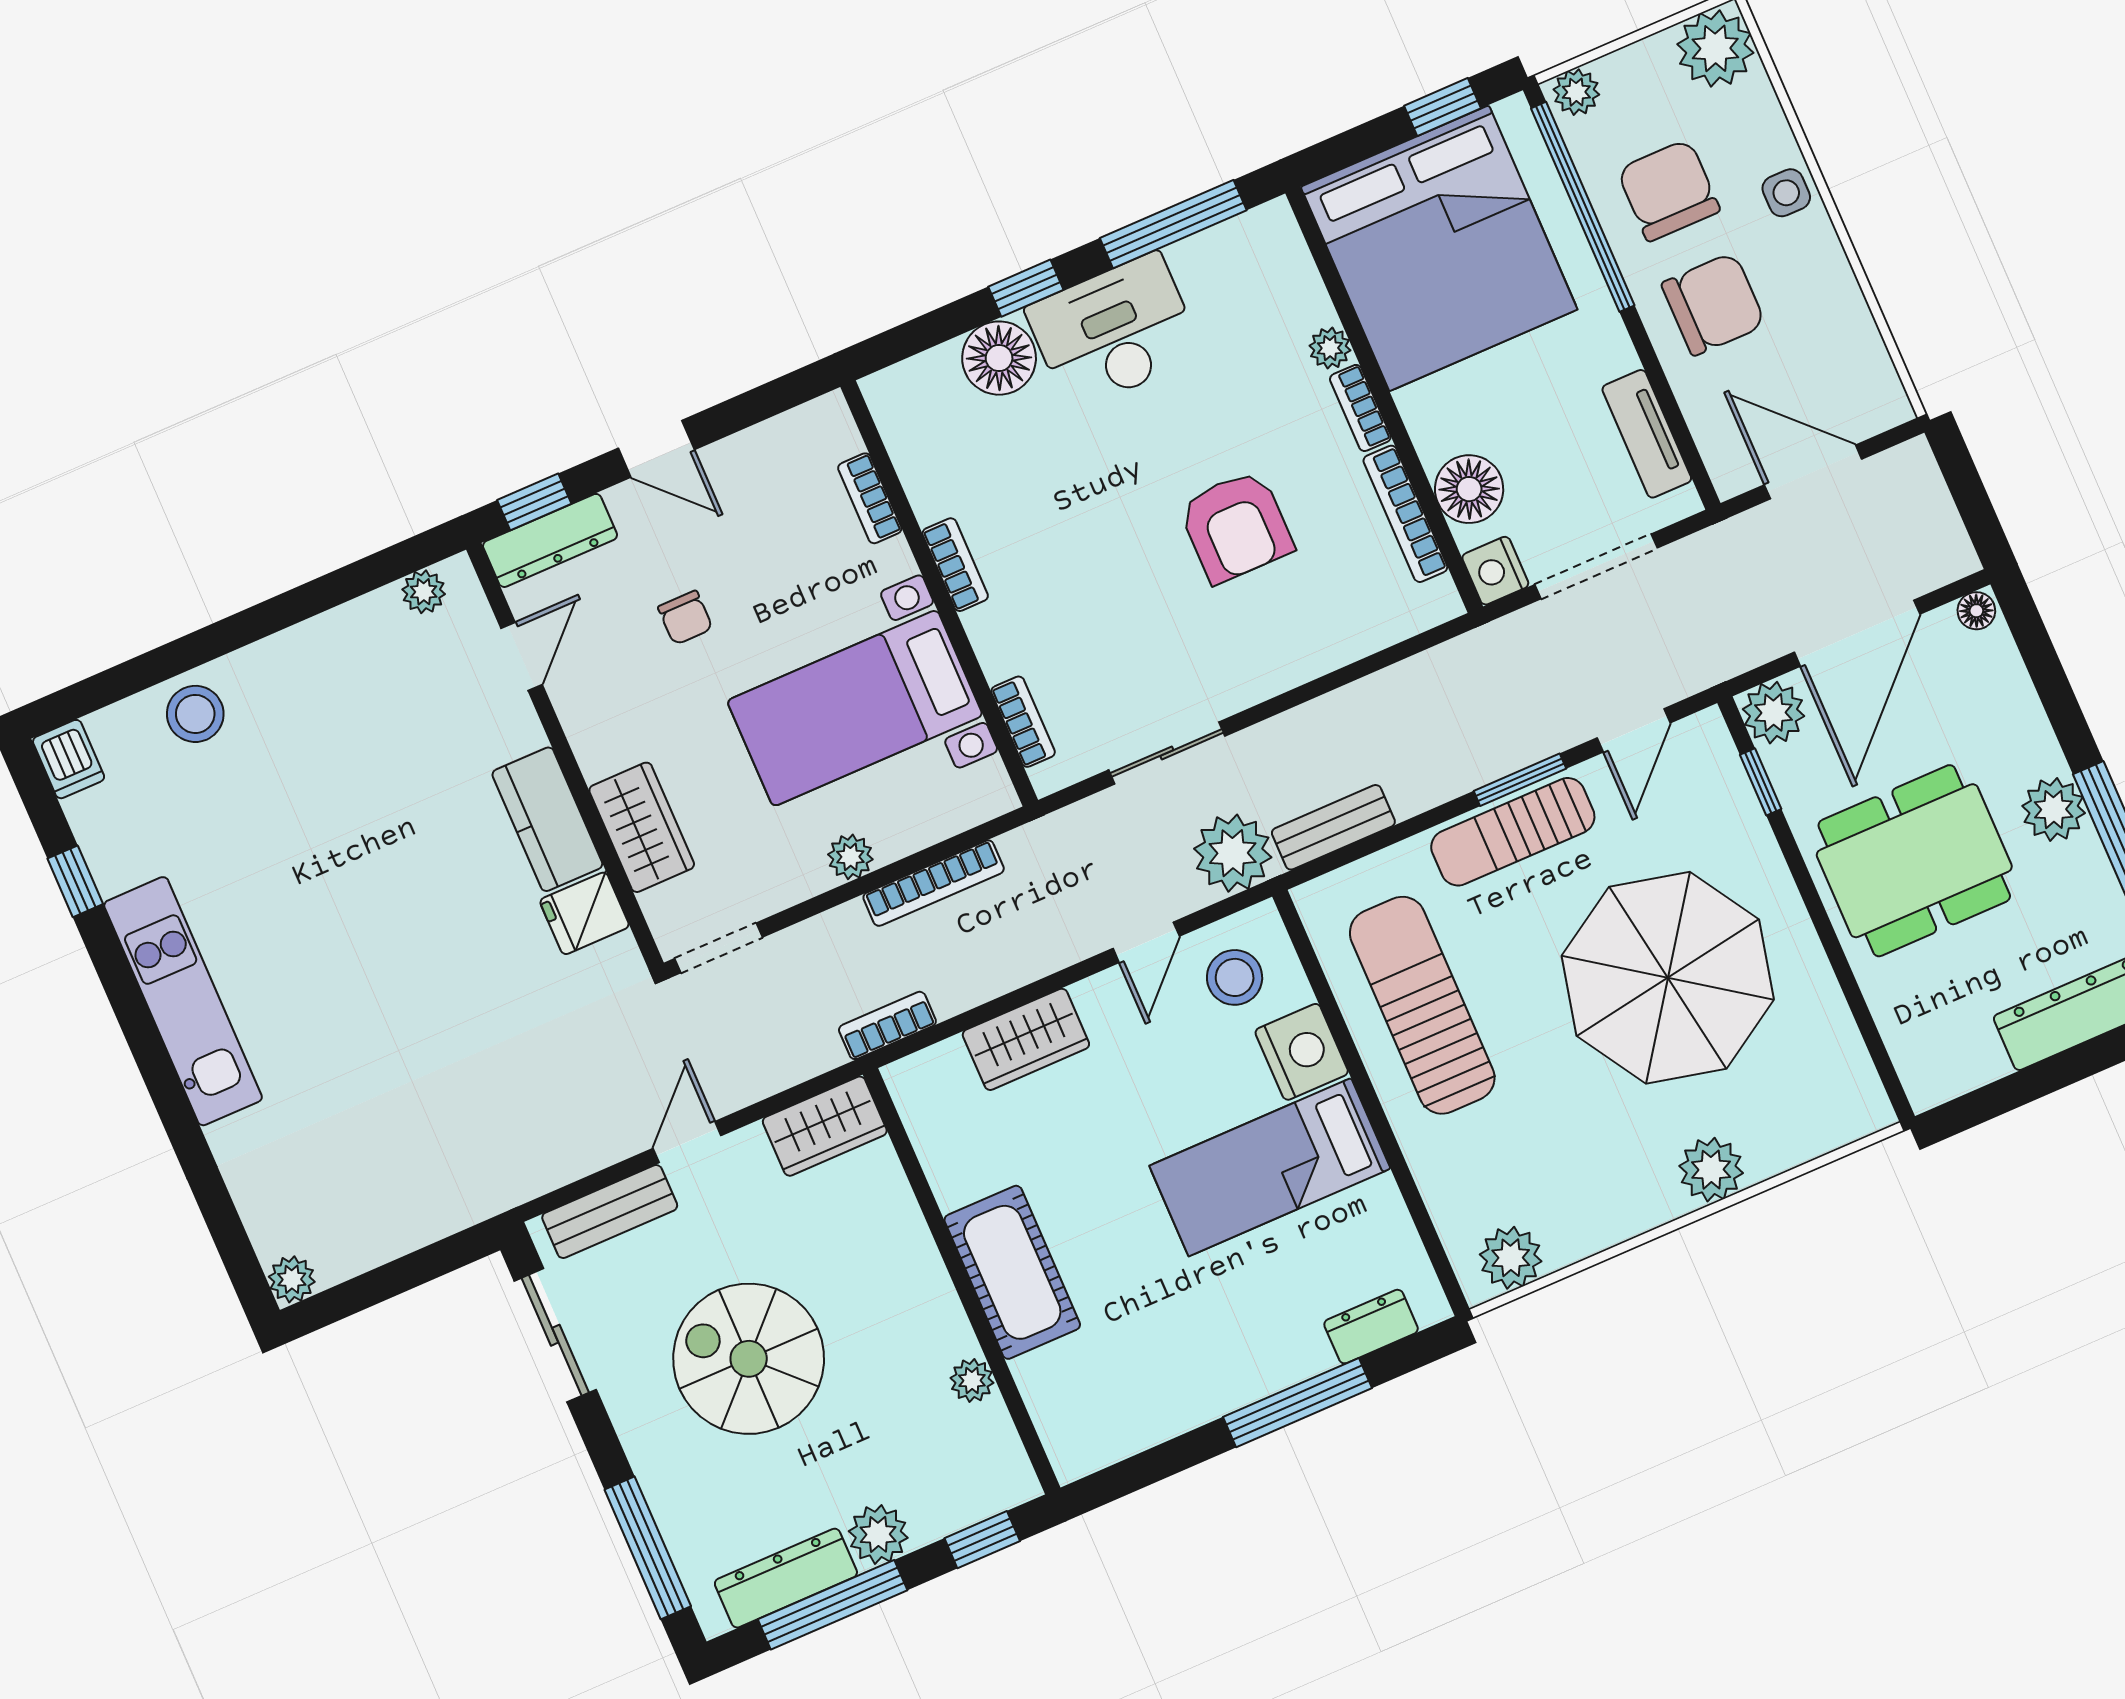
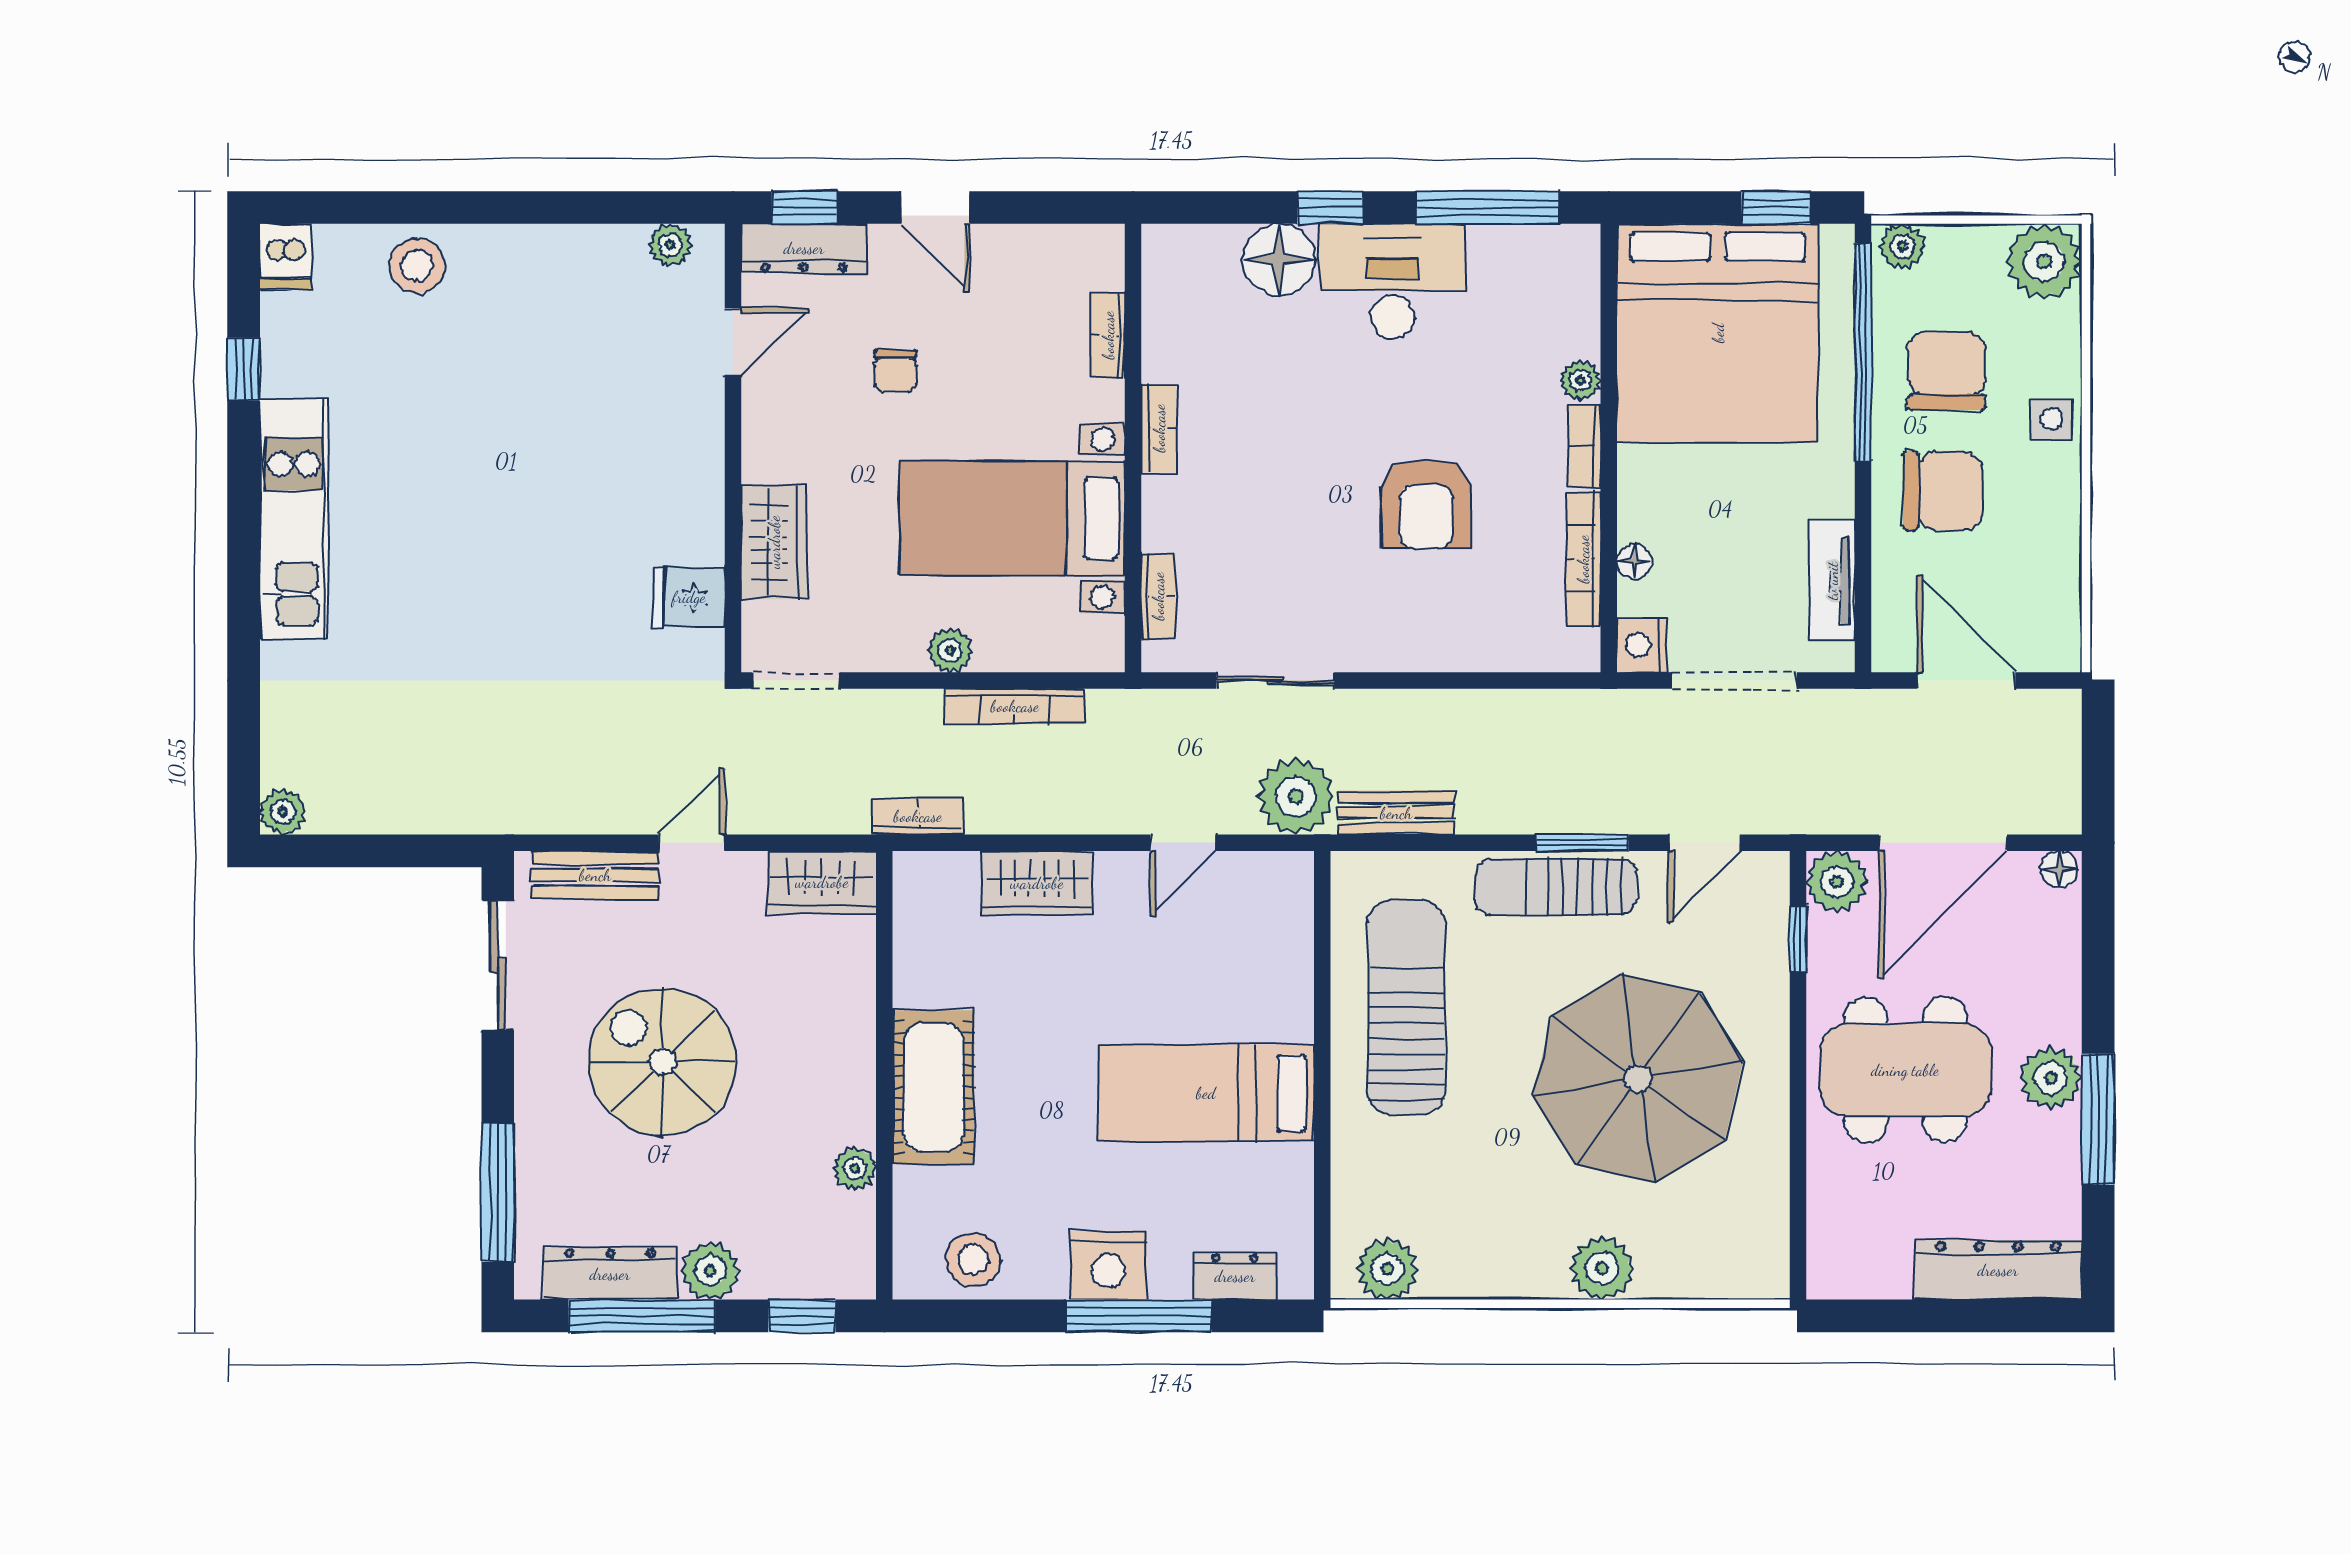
floor lamp: (1469, 489) -> (1635, 561), width x0.53, depth x0.53
kitchen counter: (547, 819) -> (692, 498), removed
stool: (1235, 977) -> (973, 1259), moved
nightstand: (1302, 1052) -> (1108, 1265), moved, turned 90

